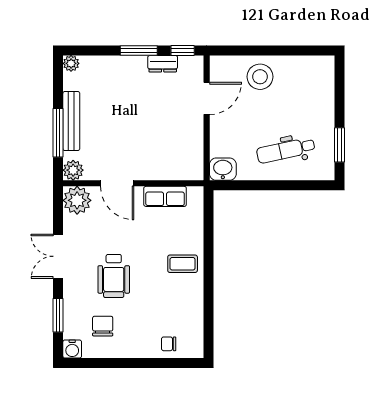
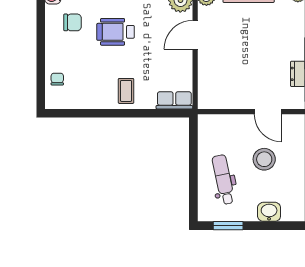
stool: (260, 77) -> (264, 159), moved
washbasin: (223, 169) -> (269, 212), moved, turned -90
row of seats: (165, 196) -> (174, 100), moved, turned 90

